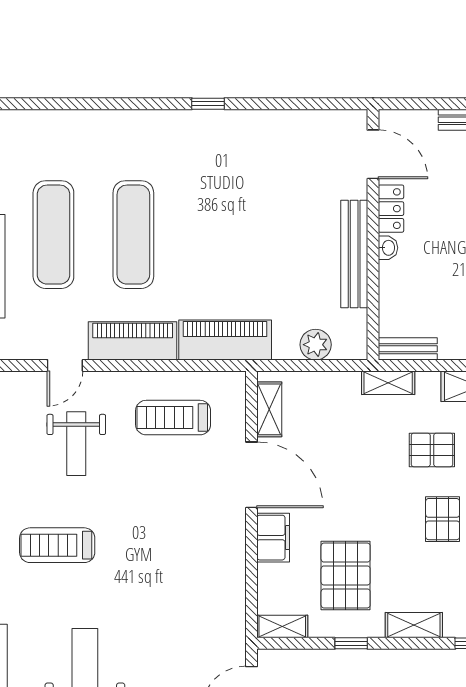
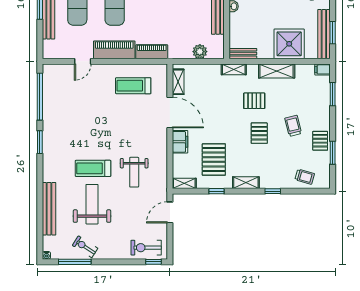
piano: (225, 340) -> (152, 52), width x0.73, depth x0.75
weight bench: (76, 444) -> (134, 172), moved
treadmill: (57, 545) -> (93, 168), moved

